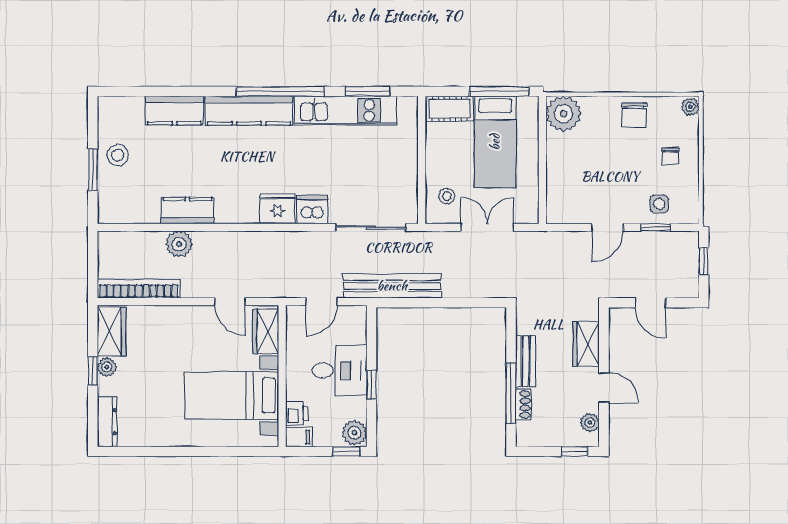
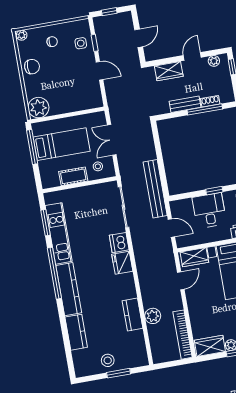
cot: (450, 109) -> (73, 176), moved, turned 90

